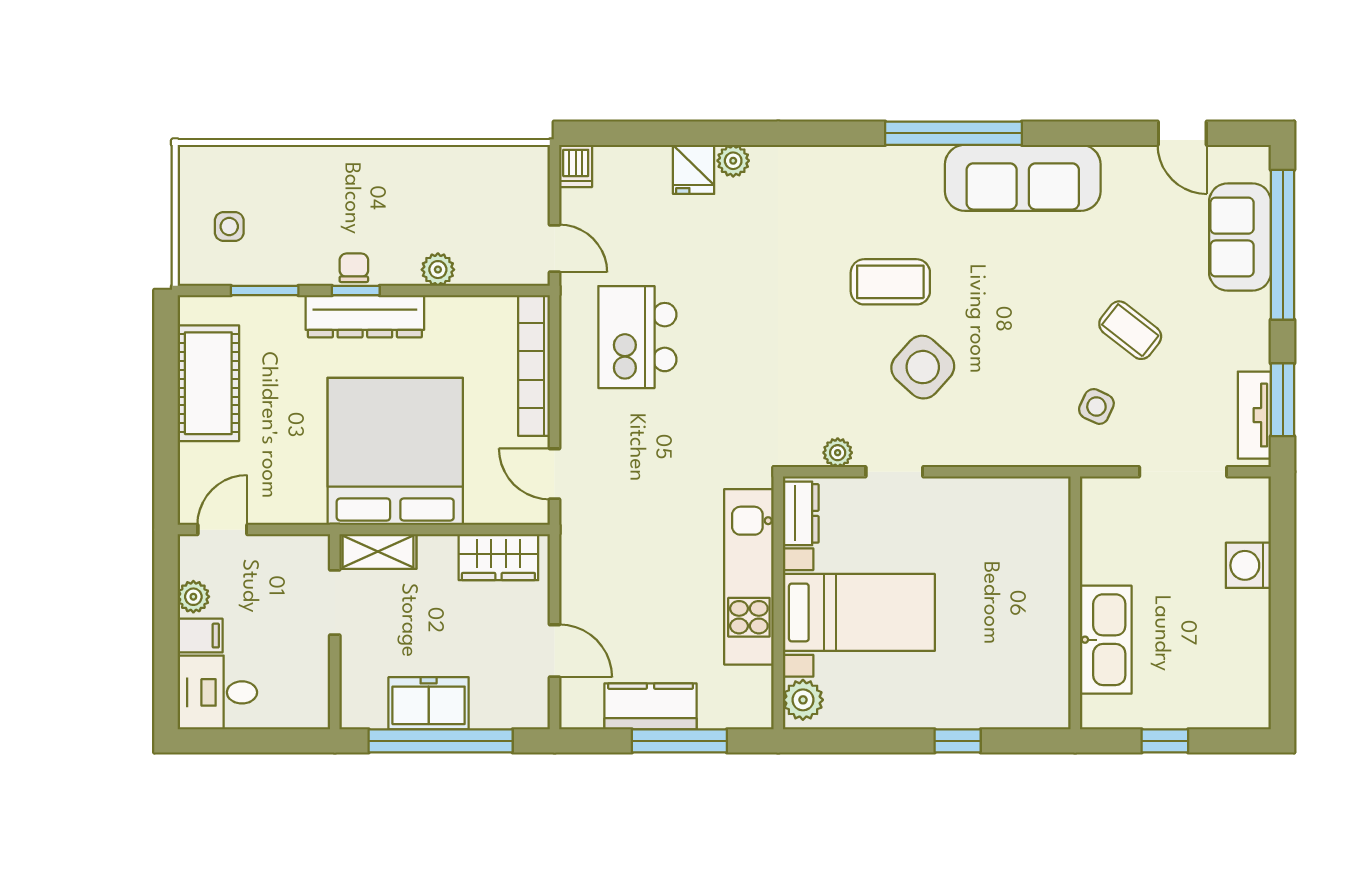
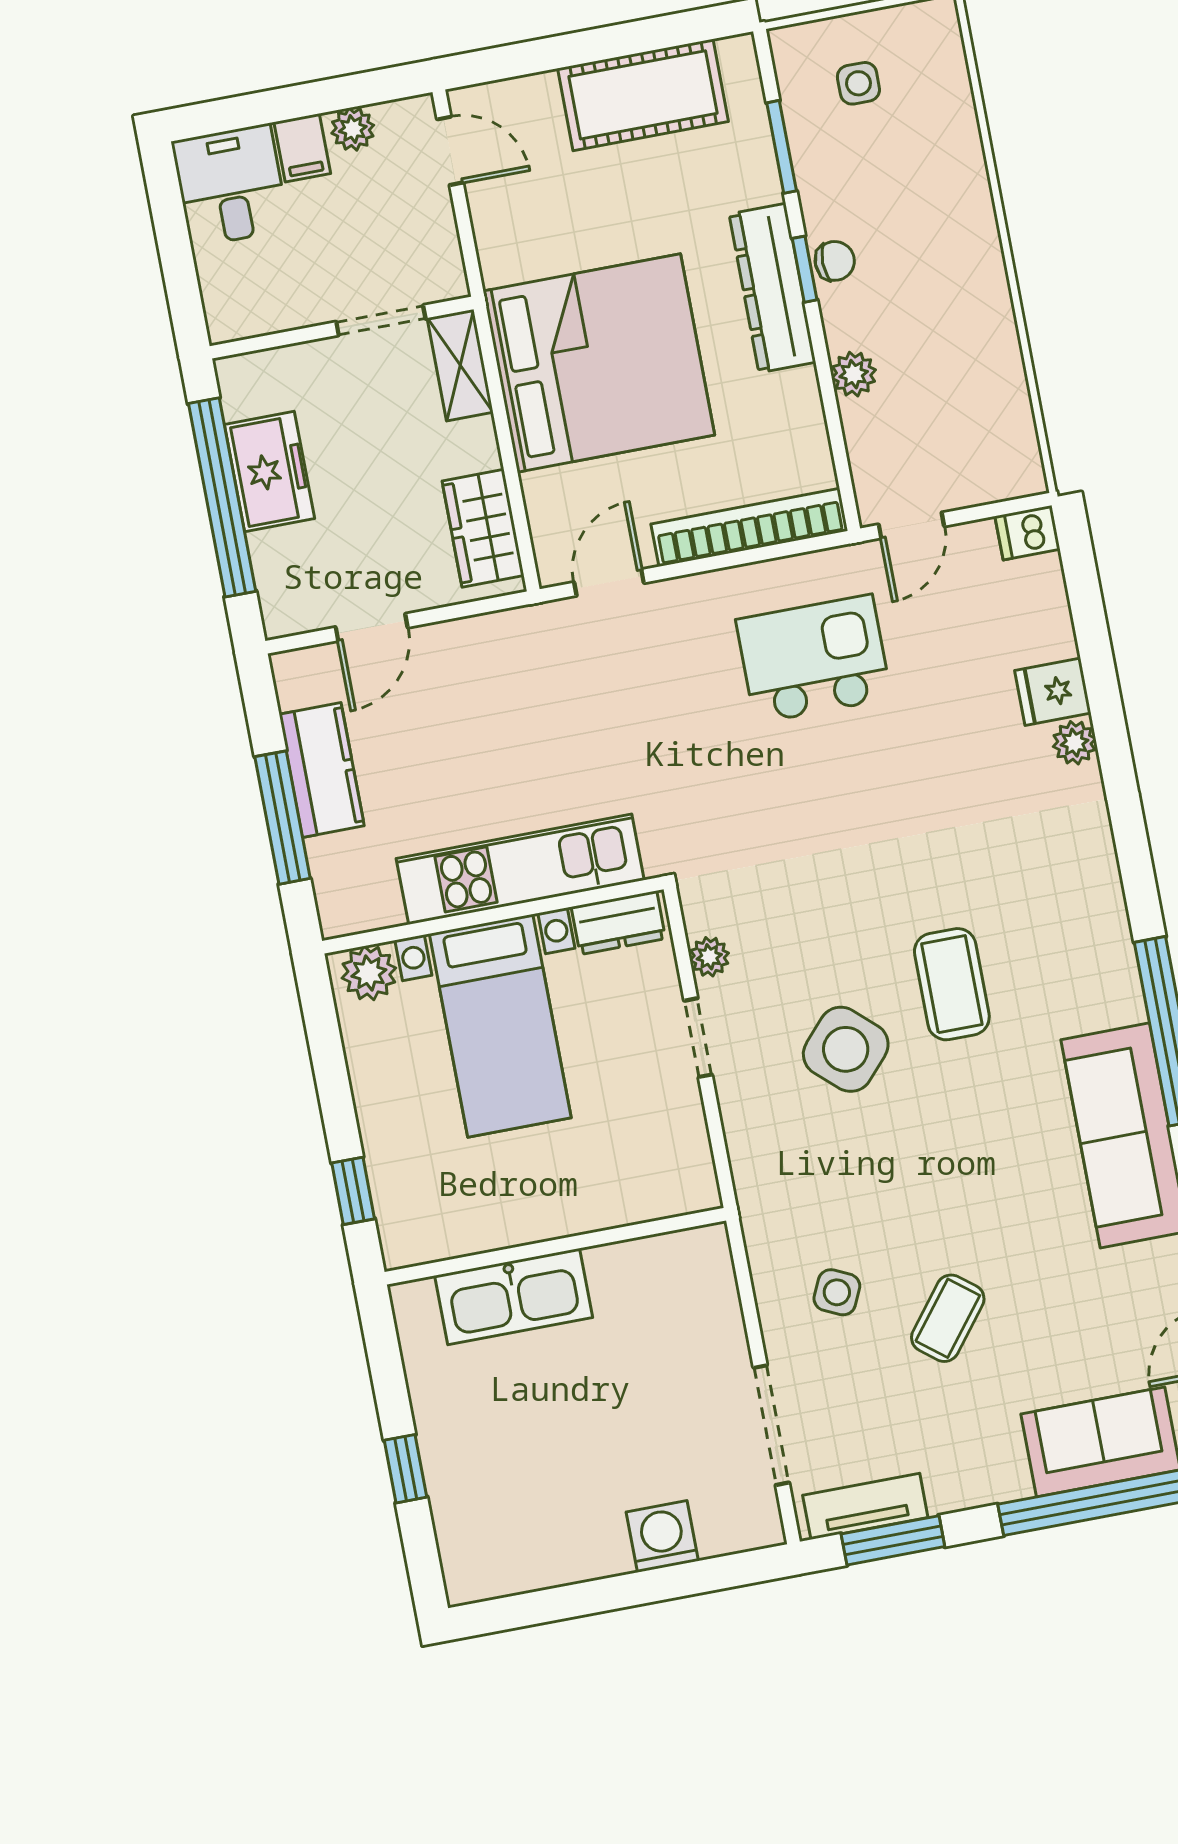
wall: (1075, 603) -> (555, 1246), moved
kitchen sink: (1106, 640) -> (514, 1297), moved

